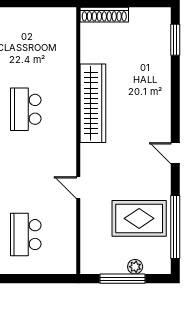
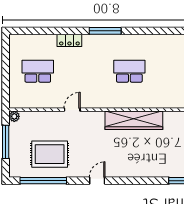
rug: (139, 218) -> (50, 154), turned 90
plant: (135, 267) -> (14, 116), moved

